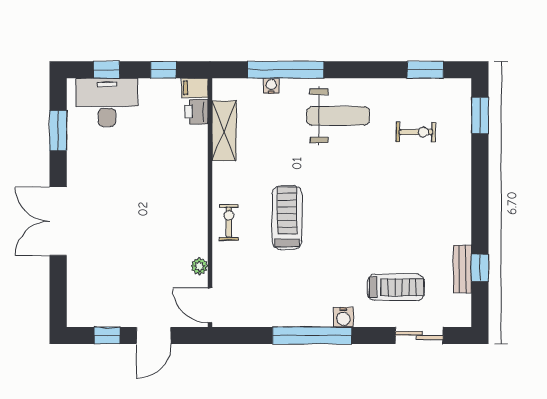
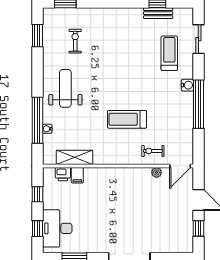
filing cabinet: (195, 88) -> (77, 175), moved
exercise bike: (229, 222) -> (153, 151), moved

